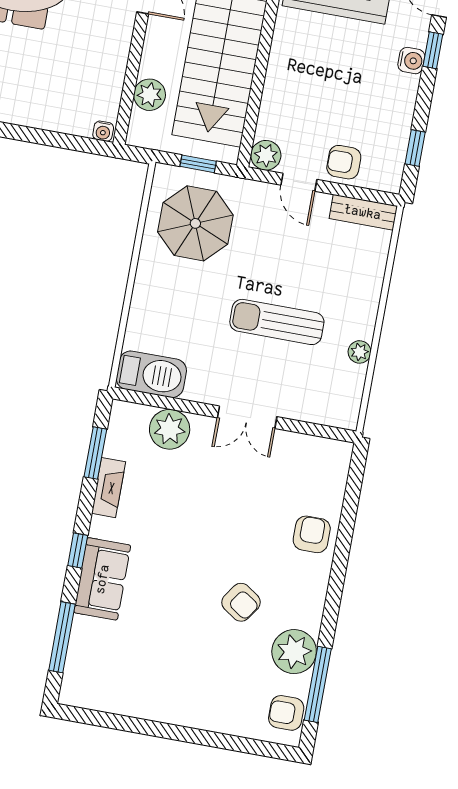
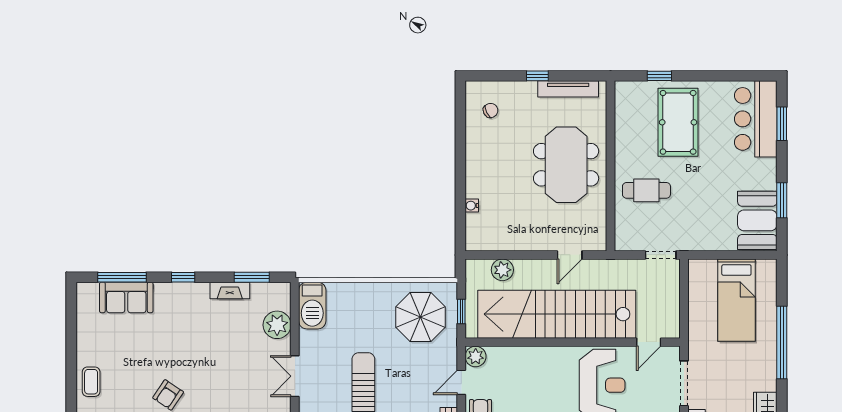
water cooler: (103, 131) -> (472, 206), moved
sofa: (102, 579) -> (126, 297), moved
coffee table: (202, 708) -> (91, 382), added

